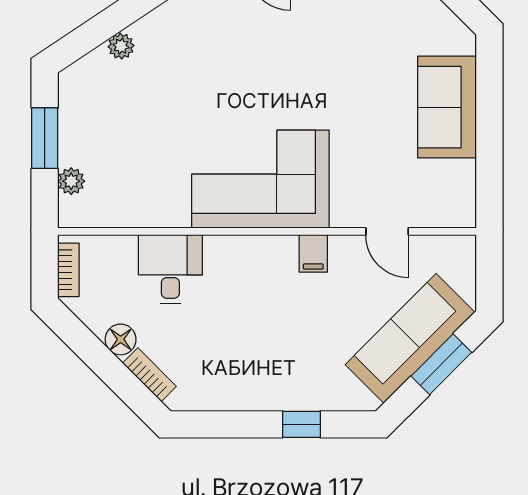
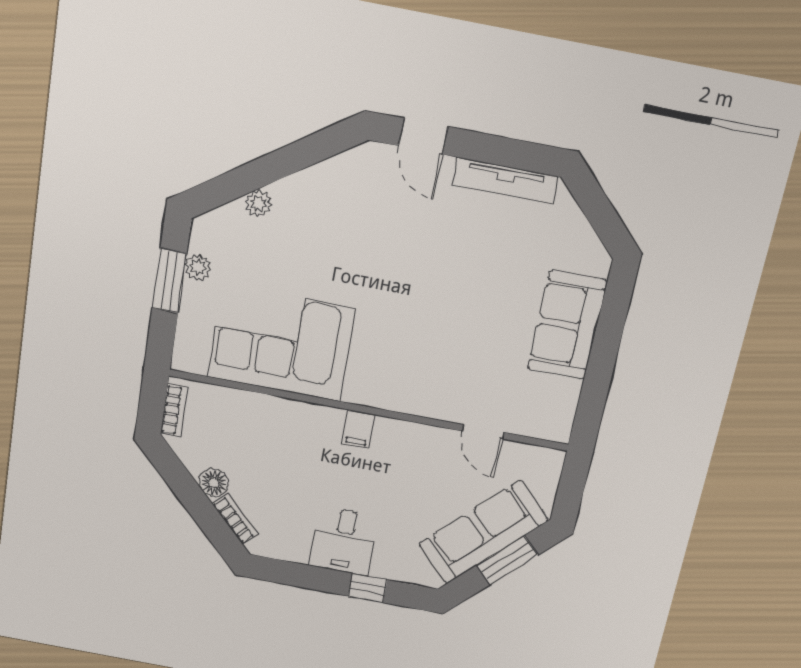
corner sofa: (260, 179) -> (281, 343), moved
plant: (71, 181) -> (198, 267), moved
filing cabinet: (313, 253) -> (358, 429), moved
desk: (170, 269) -> (344, 541), moved, turned 180

